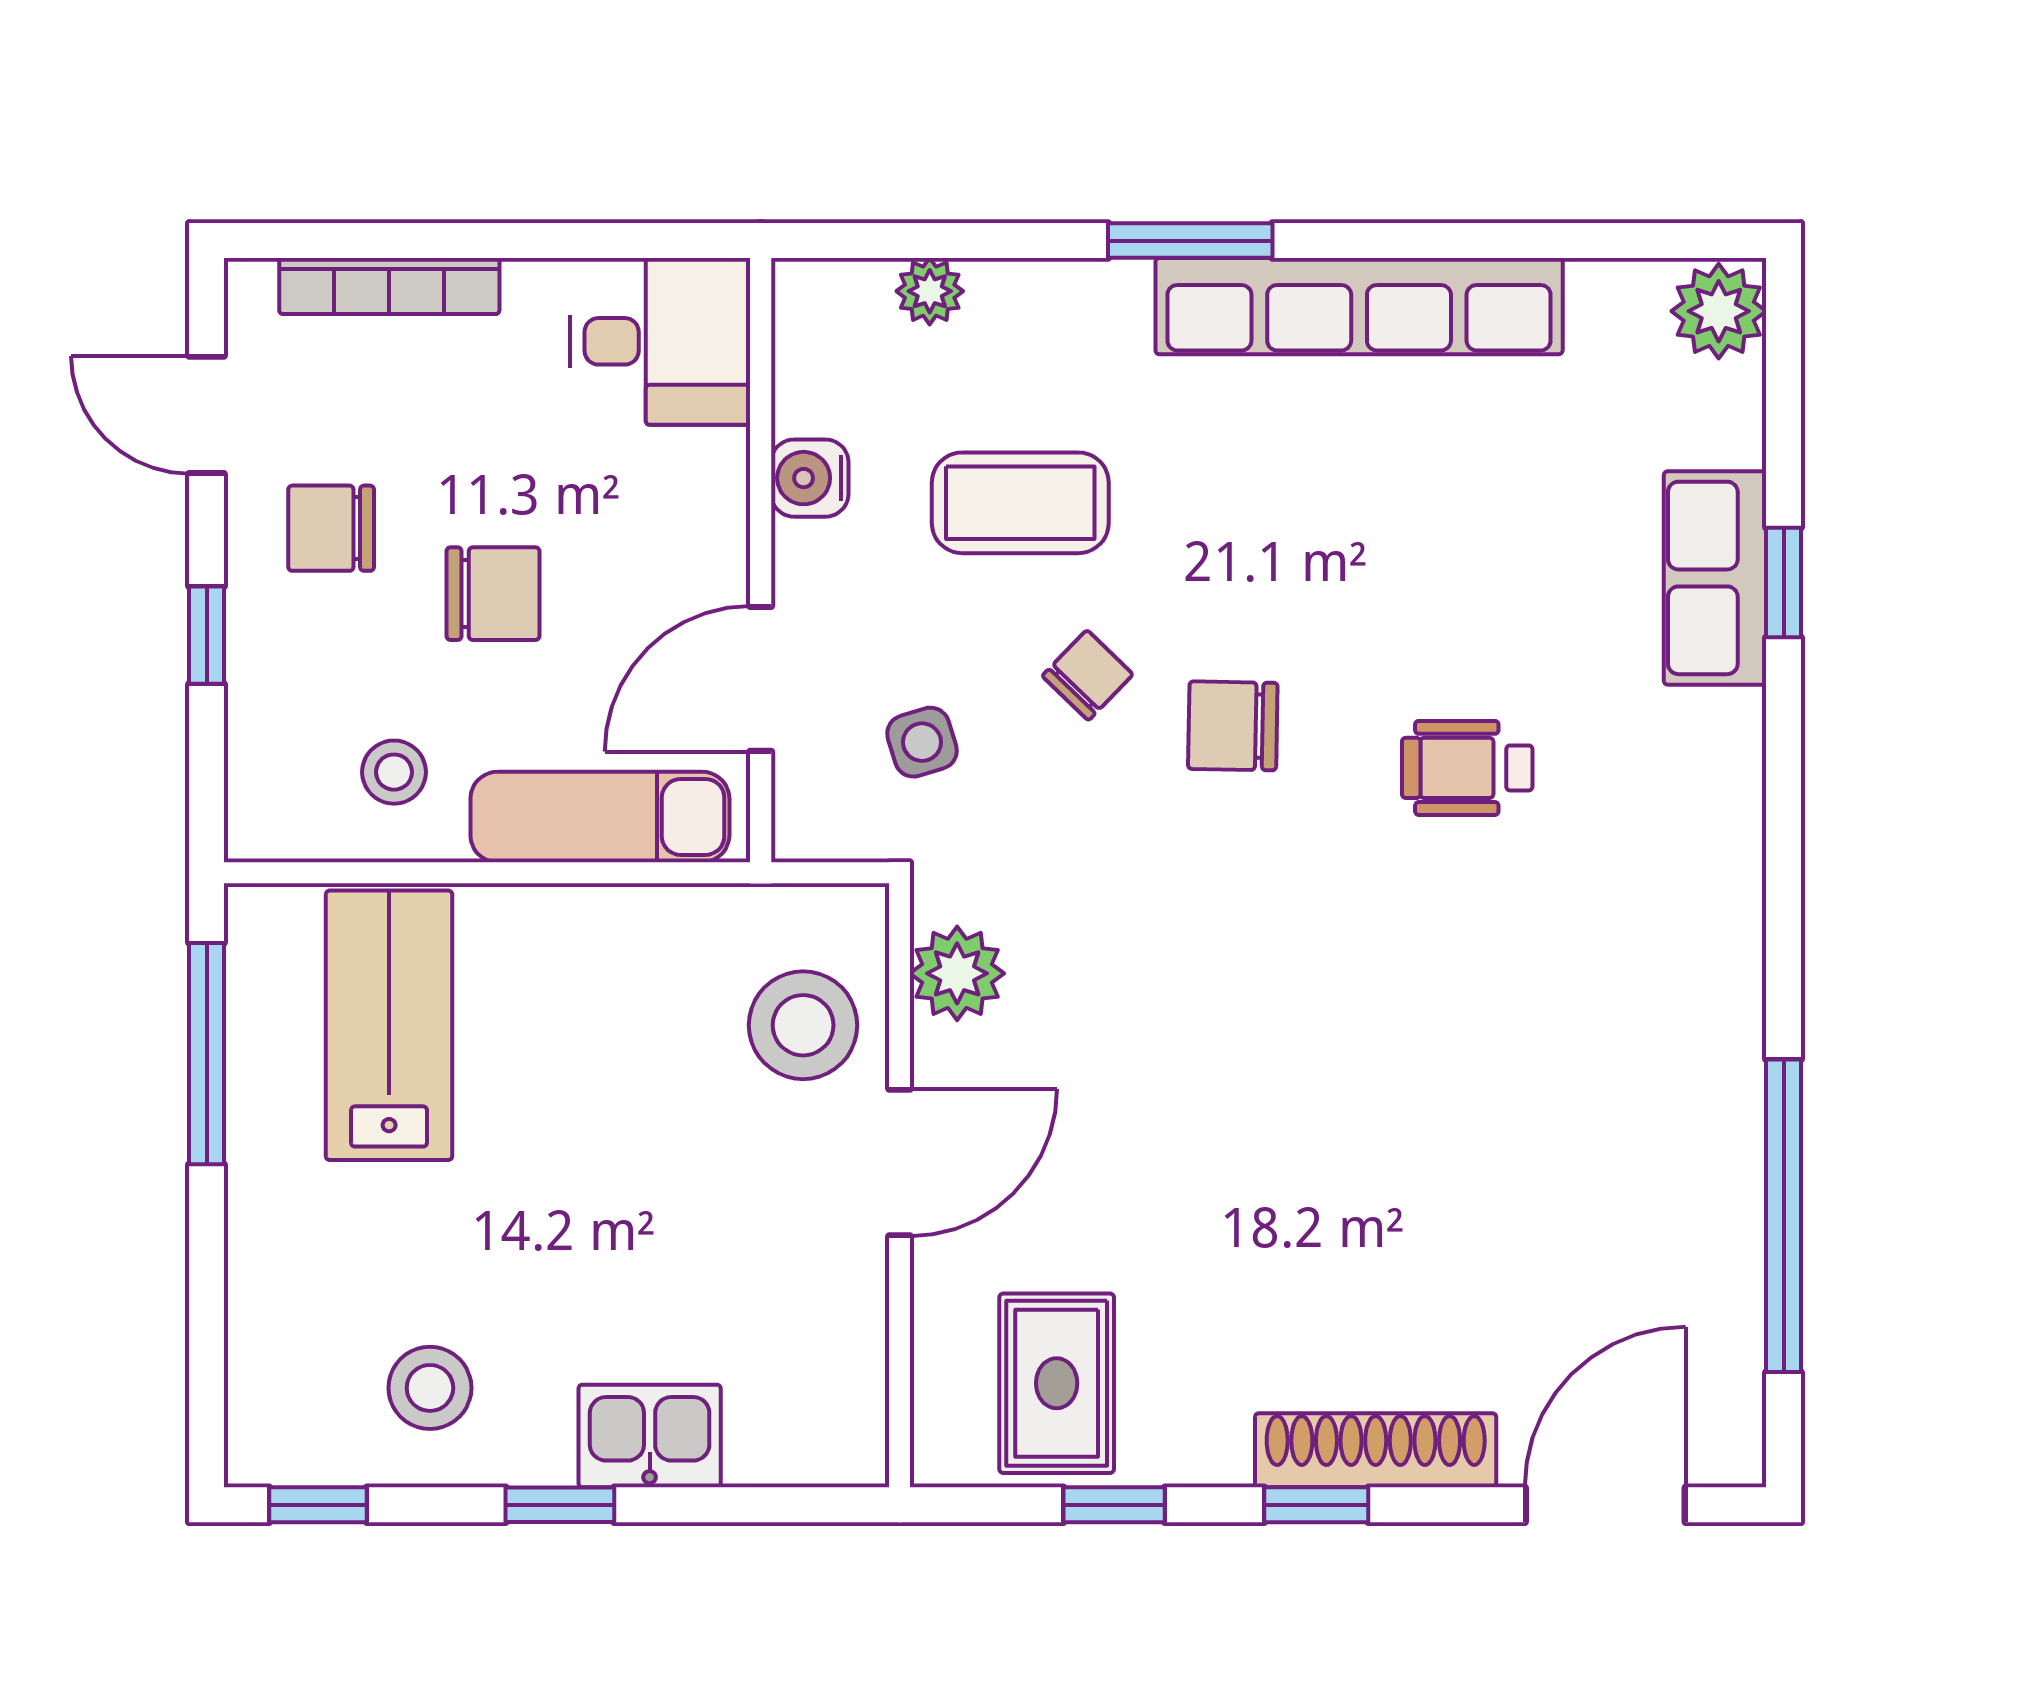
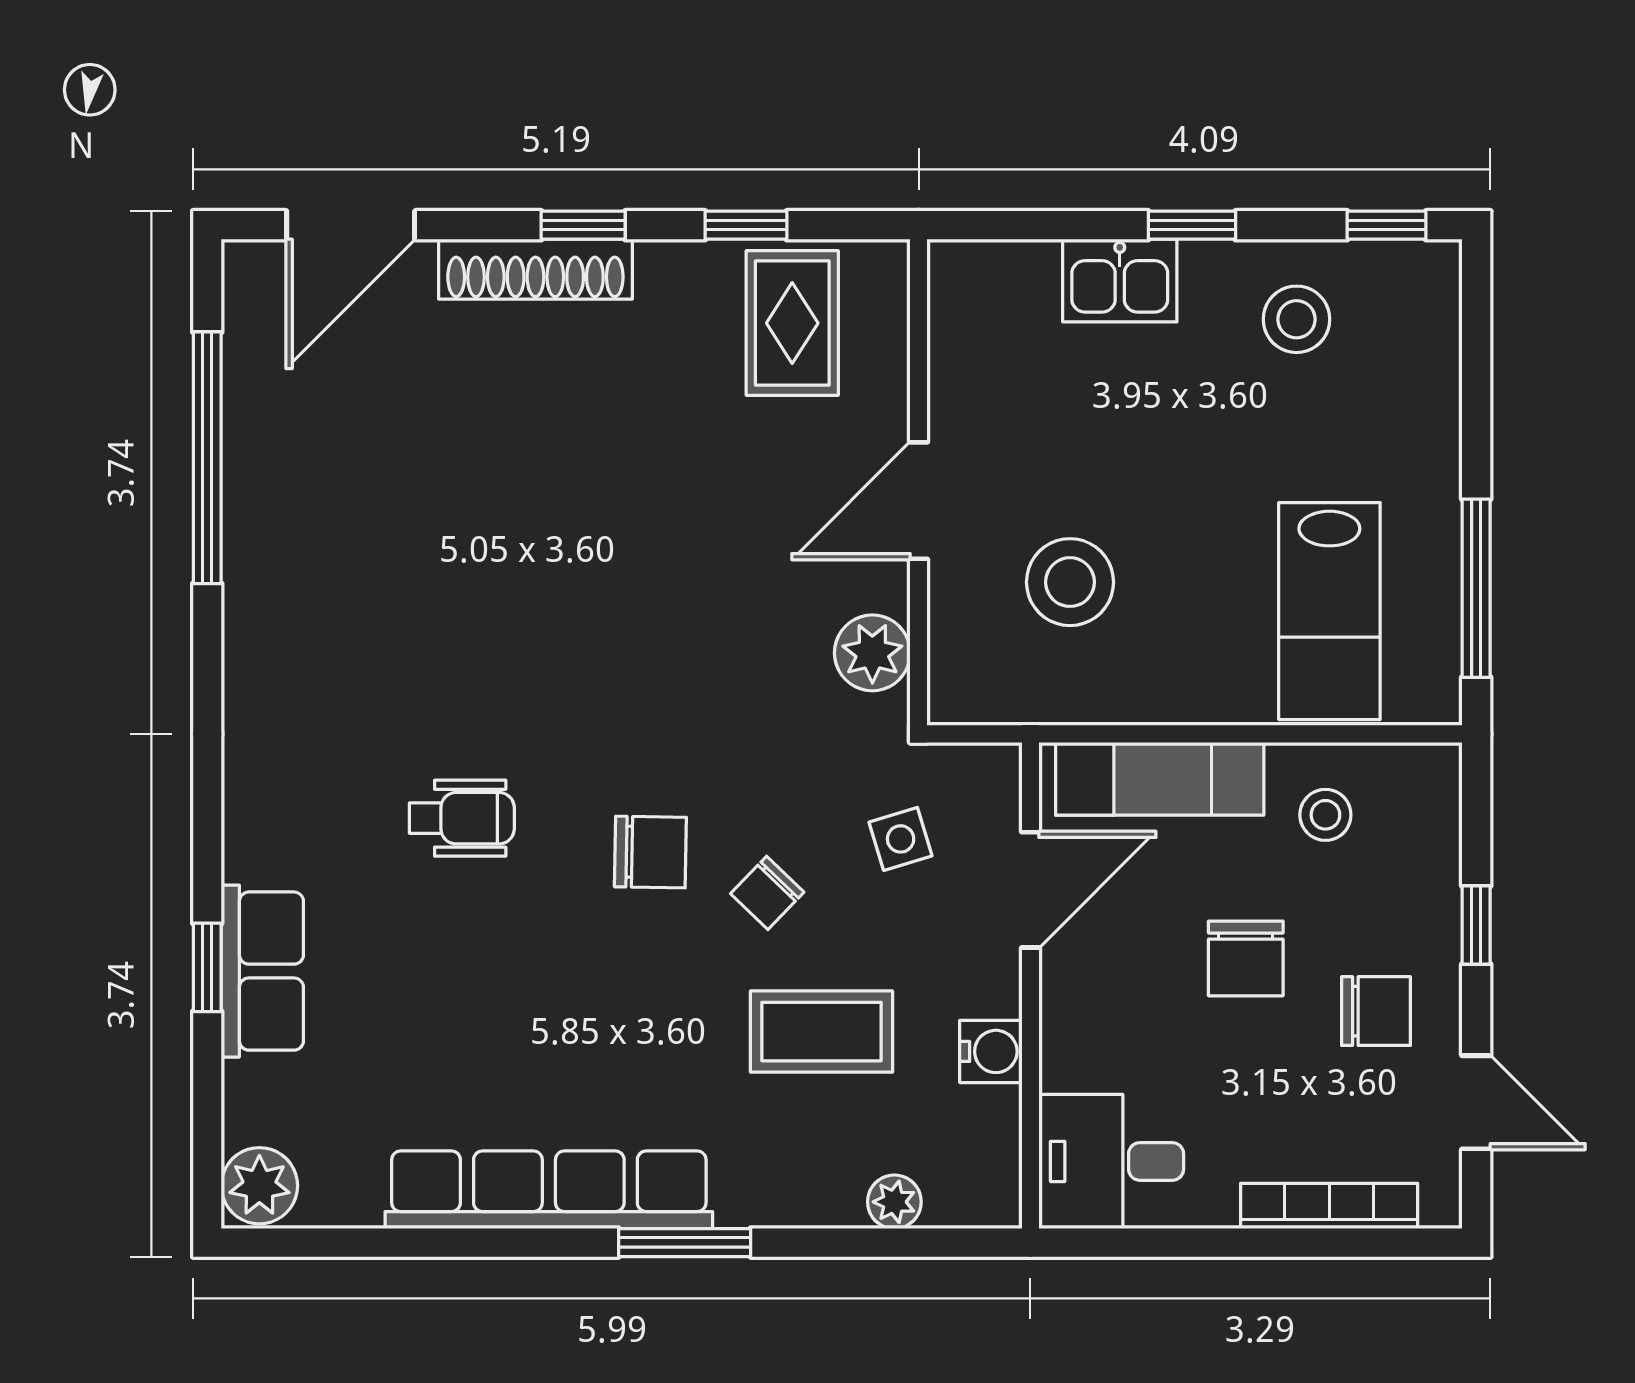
chair: (493, 594) -> (1246, 958), turned -90
stool: (803, 1025) -> (1070, 582), moved

